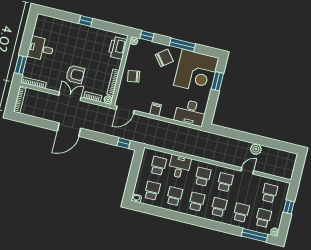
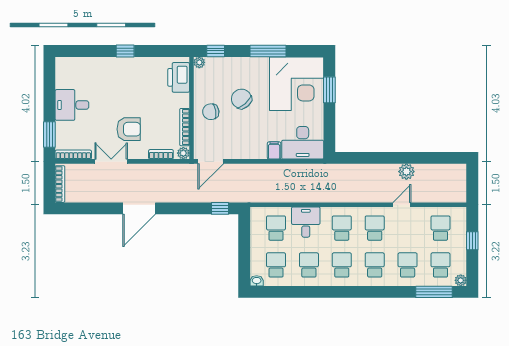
chair: (164, 58) -> (241, 99), moved, turned -94
double door: (70, 96) -> (111, 161), moved
filing cabinet: (156, 109) -> (274, 150), moved

